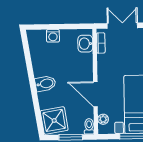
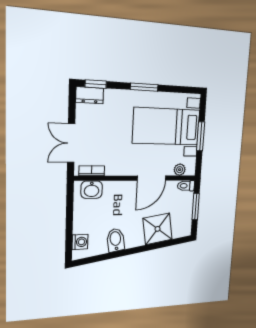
washing machine: (53, 36) -> (80, 242), moved
bidet: (45, 84) -> (116, 240), moved
shower: (54, 120) -> (158, 229), moved

